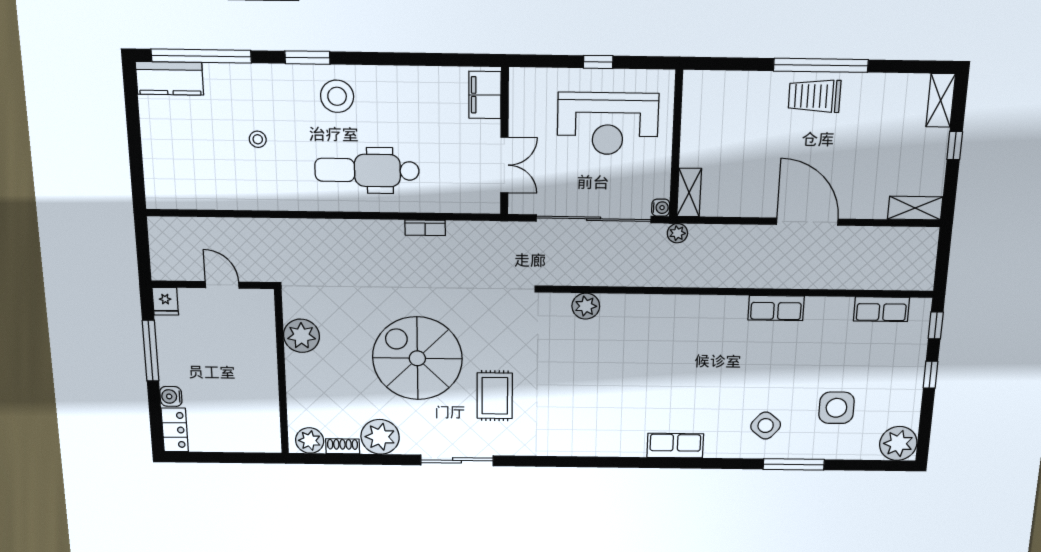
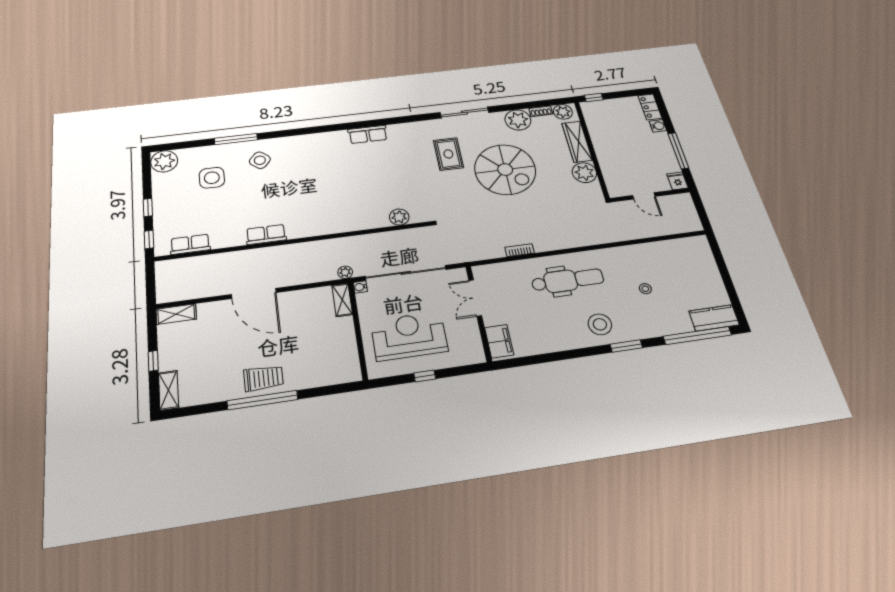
wardrobe: (300, 388) -> (577, 142), added
row of seats: (675, 446) -> (368, 134), moved
window: (257, 458) -> (594, 98), added

